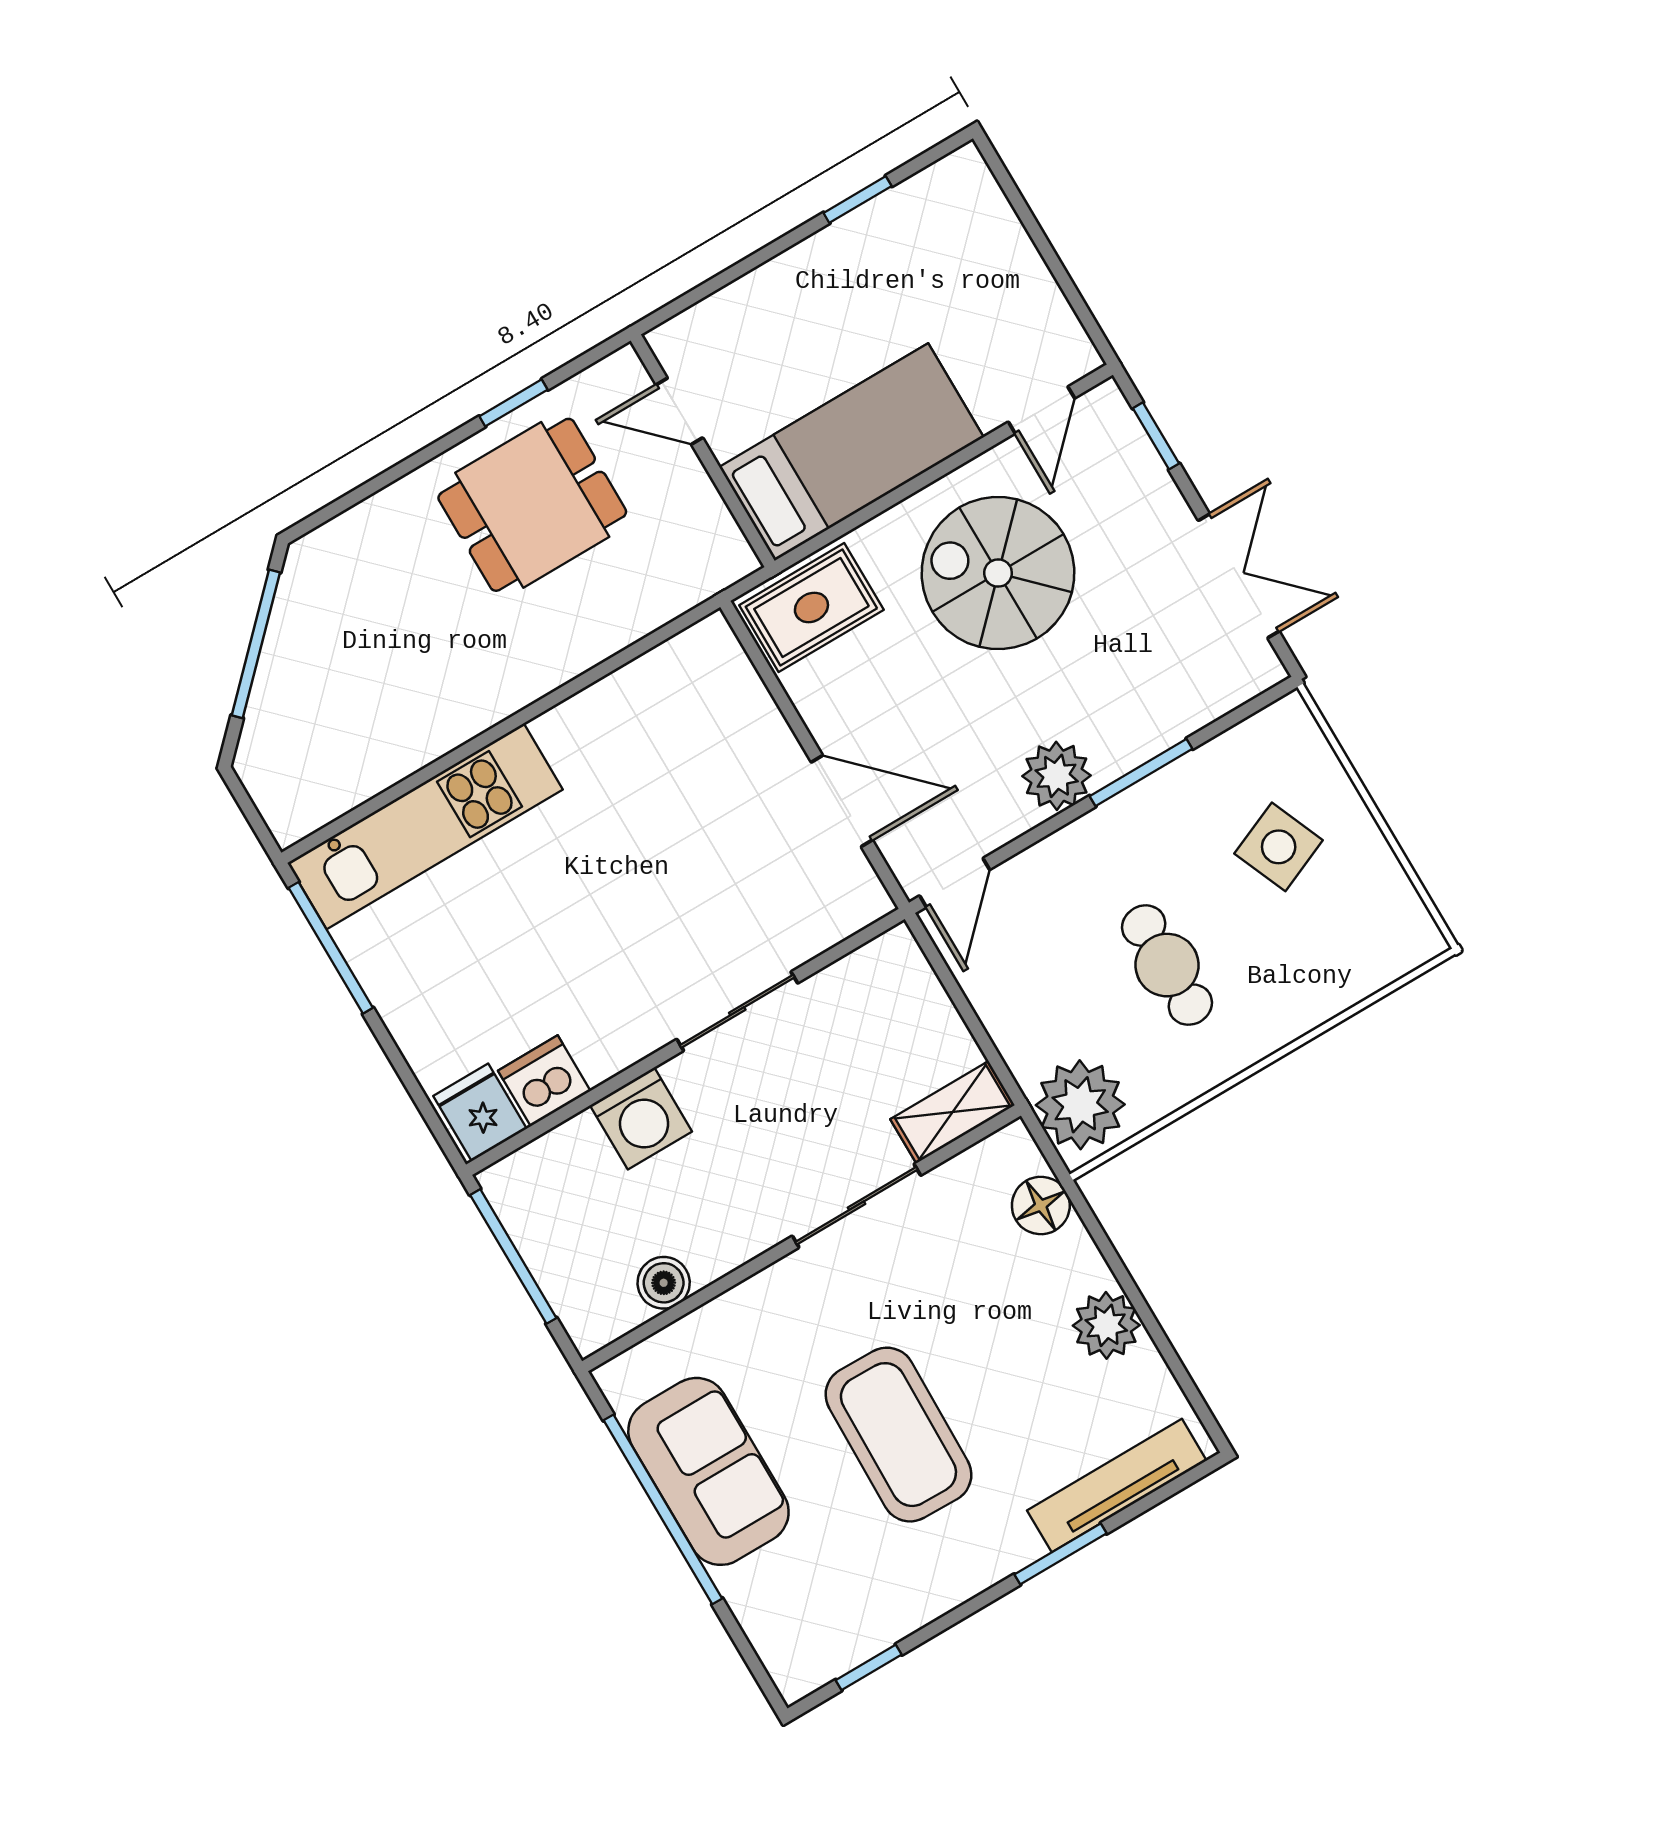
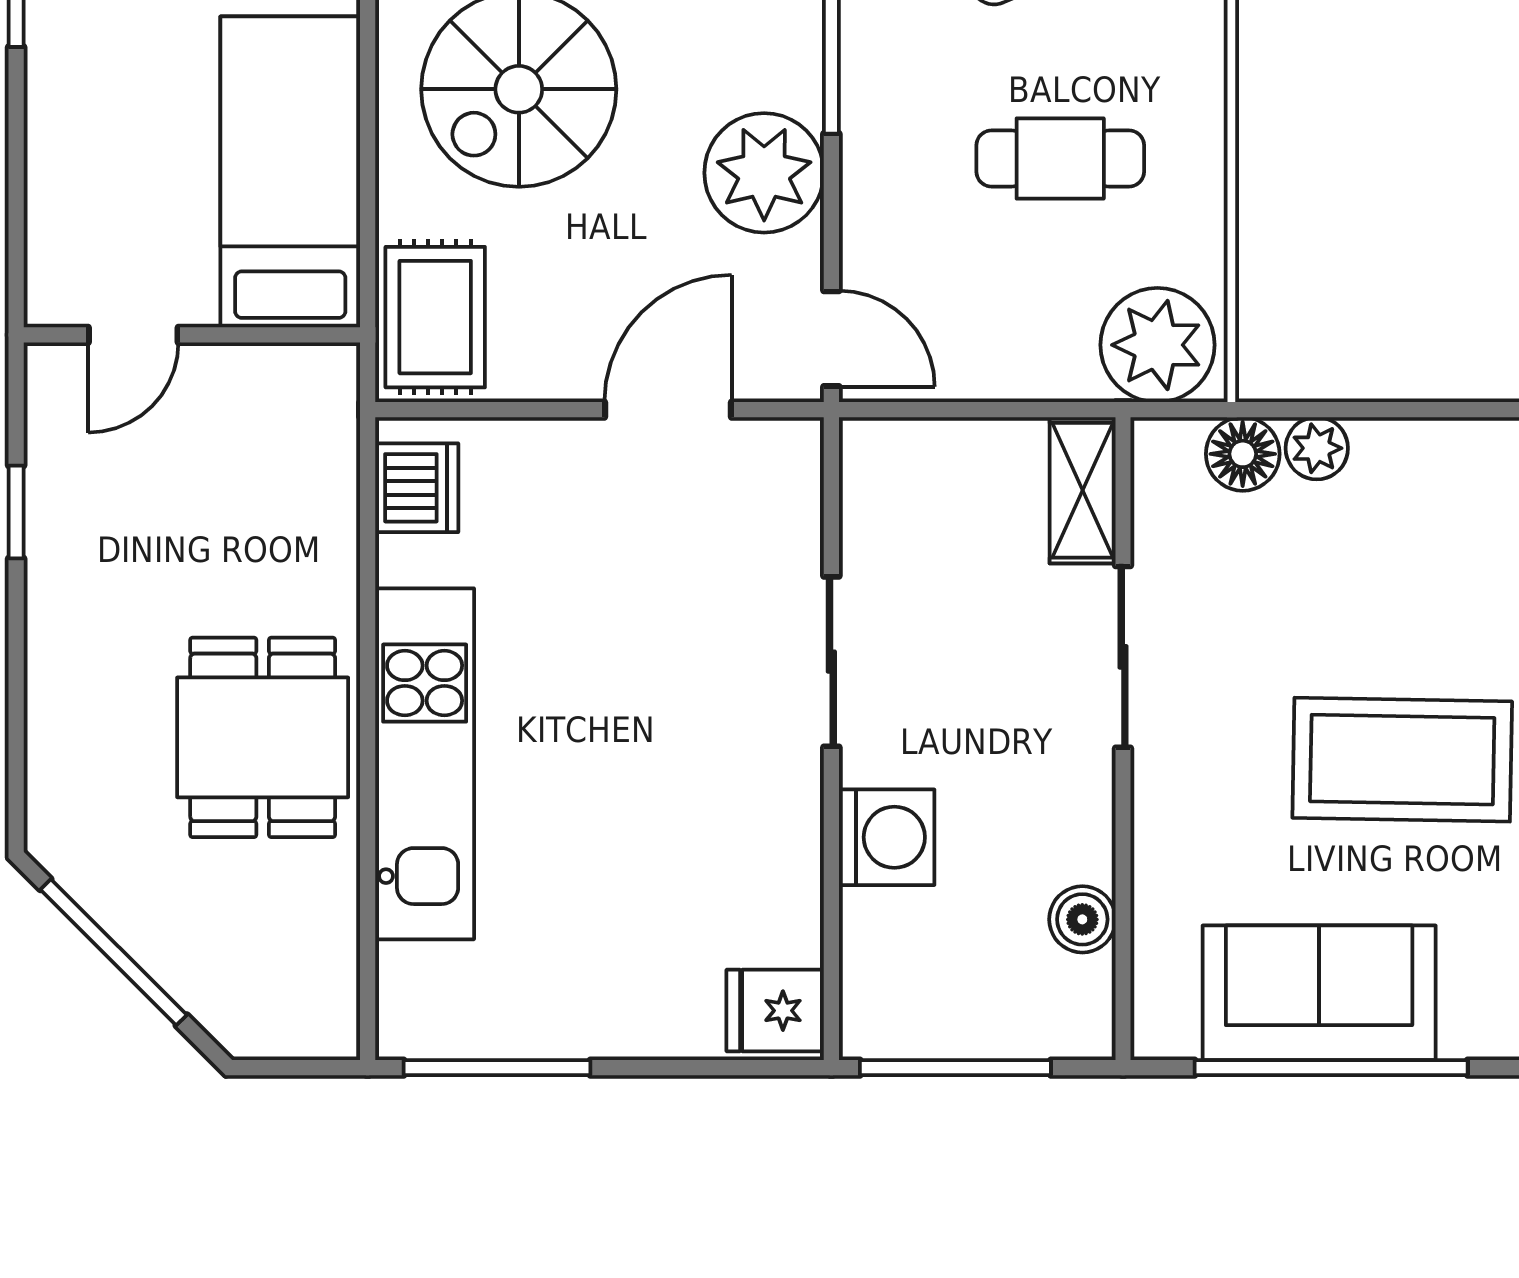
dining table: (532, 505) -> (263, 737), moved
plant: (1057, 776) -> (764, 173), width x1.36, depth x1.36
kitchen unit: (425, 826) -> (425, 764), moved
dishwasher: (544, 1081) -> (417, 488), moved, turned 180
plant: (1106, 1325) -> (1317, 448), moved, width x0.73, depth x0.73

